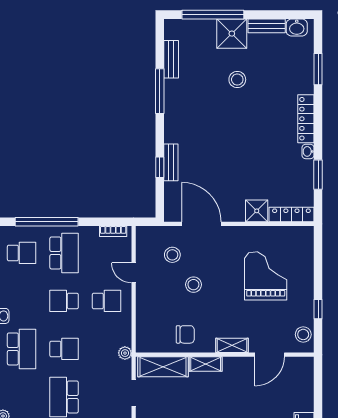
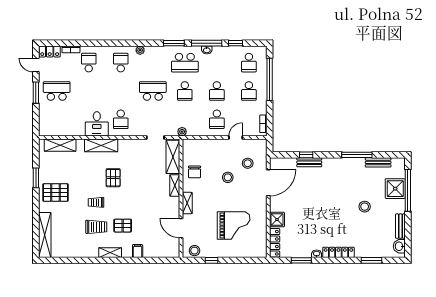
shower: (232, 34) -> (395, 189), moved
school desk: (64, 253) -> (249, 91), width x0.54
school desk: (64, 301) -> (217, 91), turned 180

